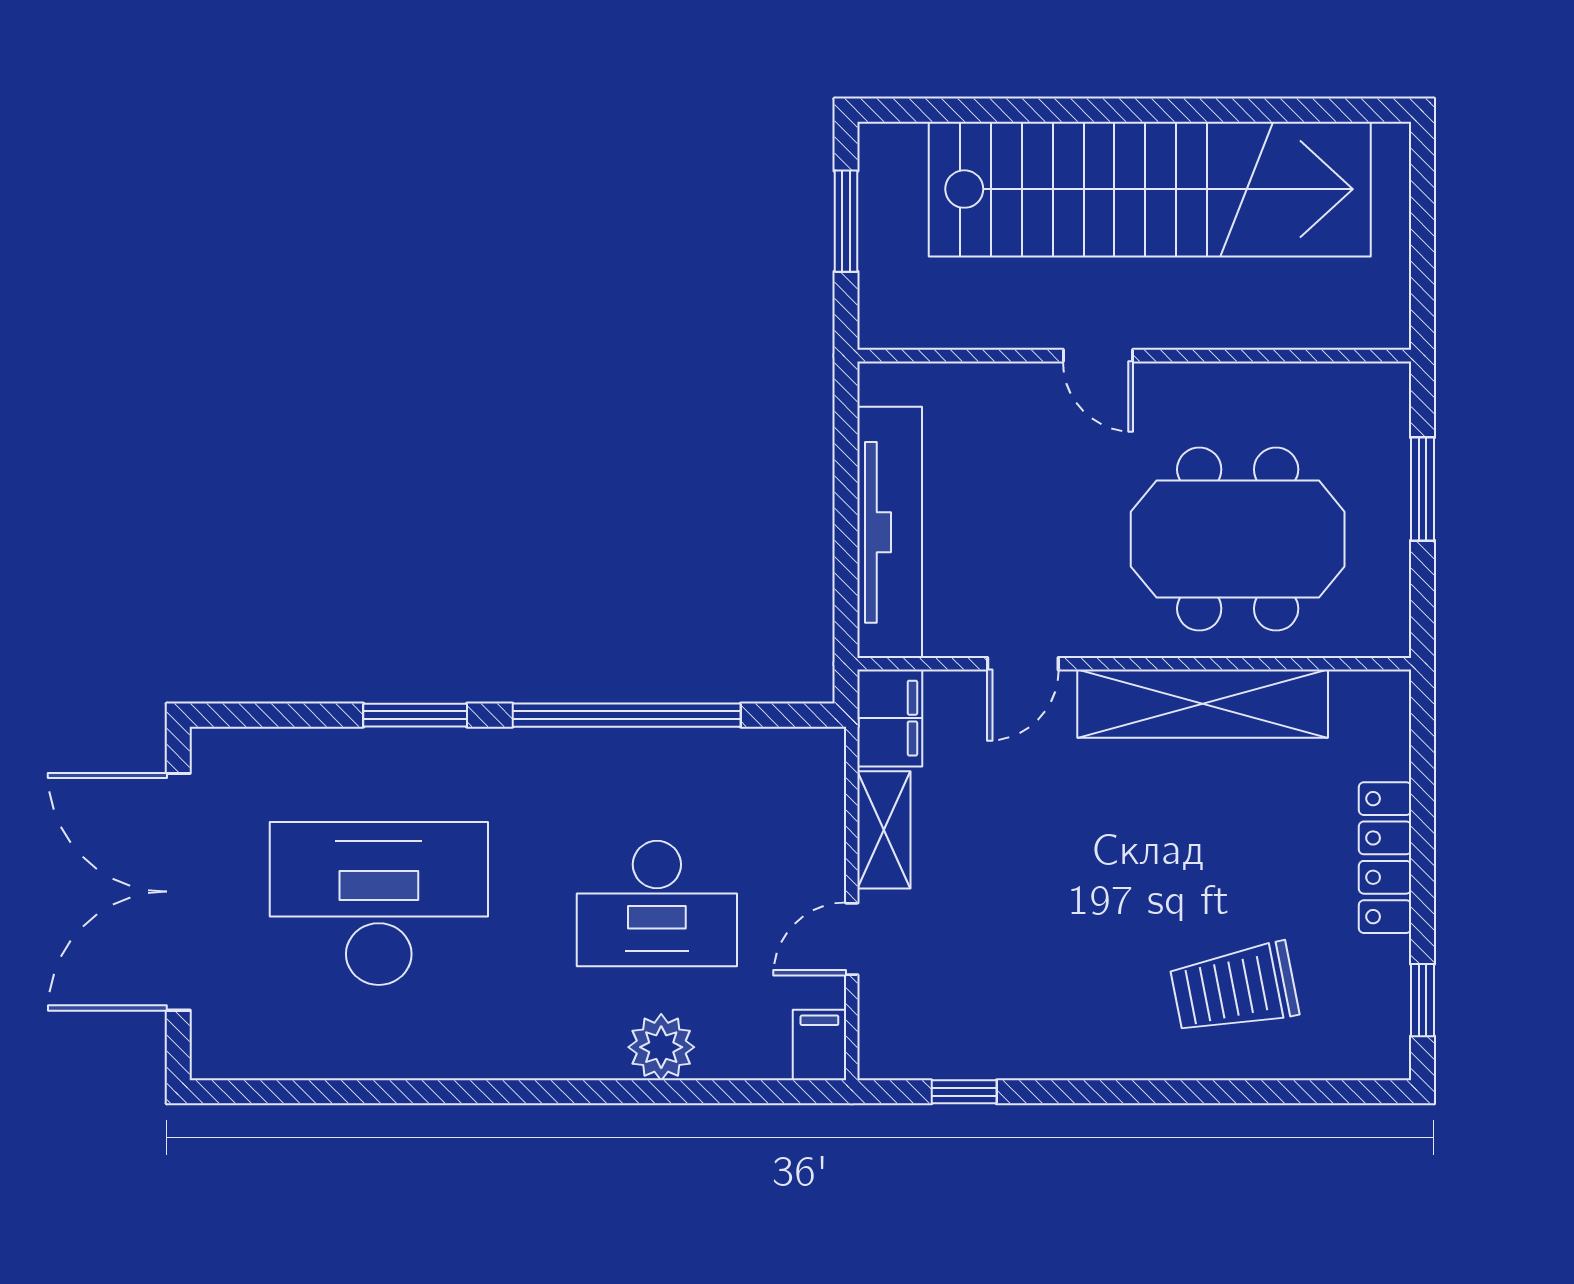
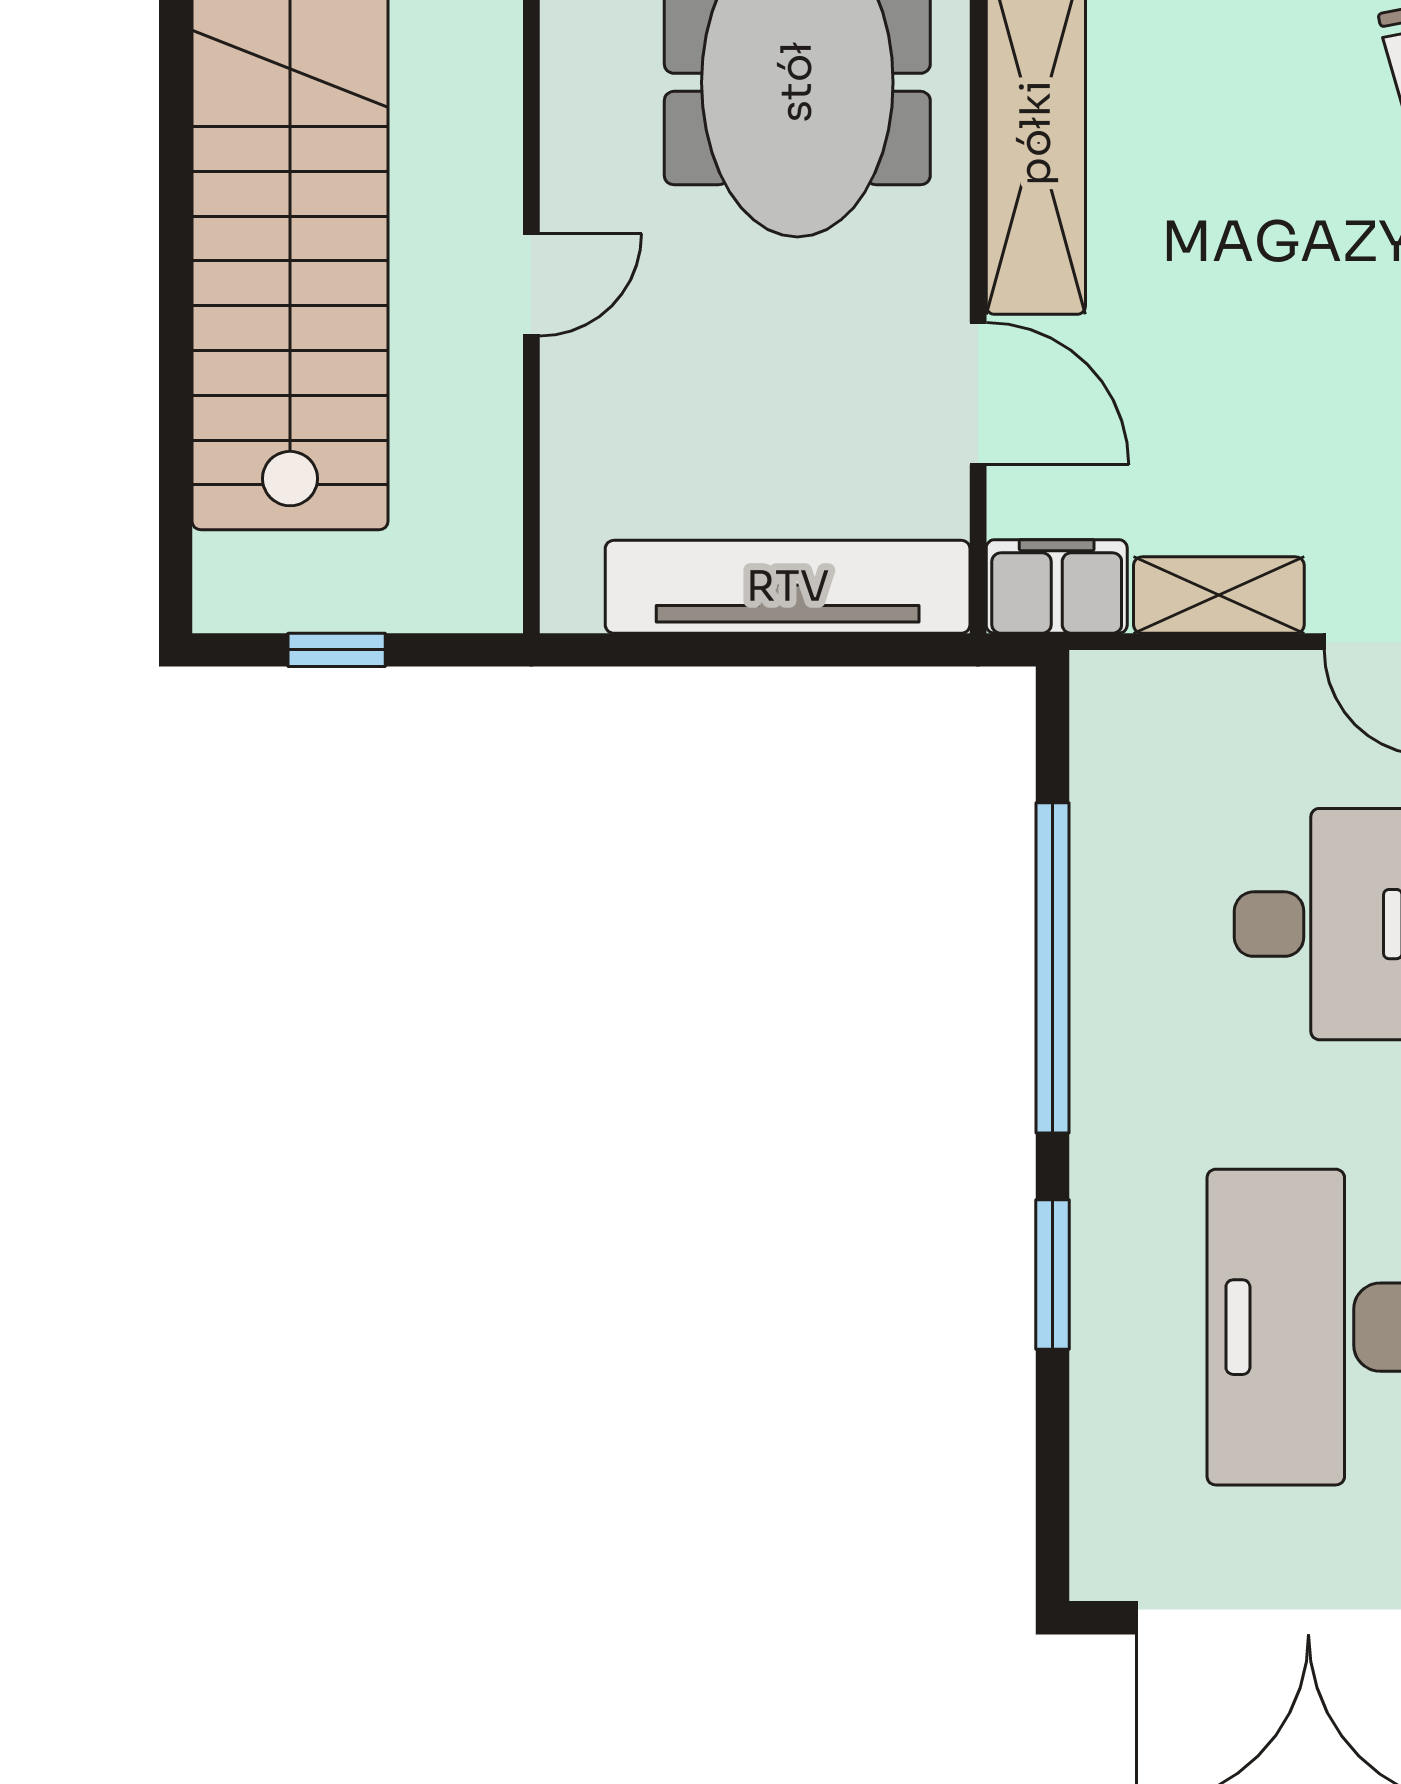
window: (846, 221) -> (337, 650), width x0.67
door: (1023, 664) -> (978, 394), width x1.38

